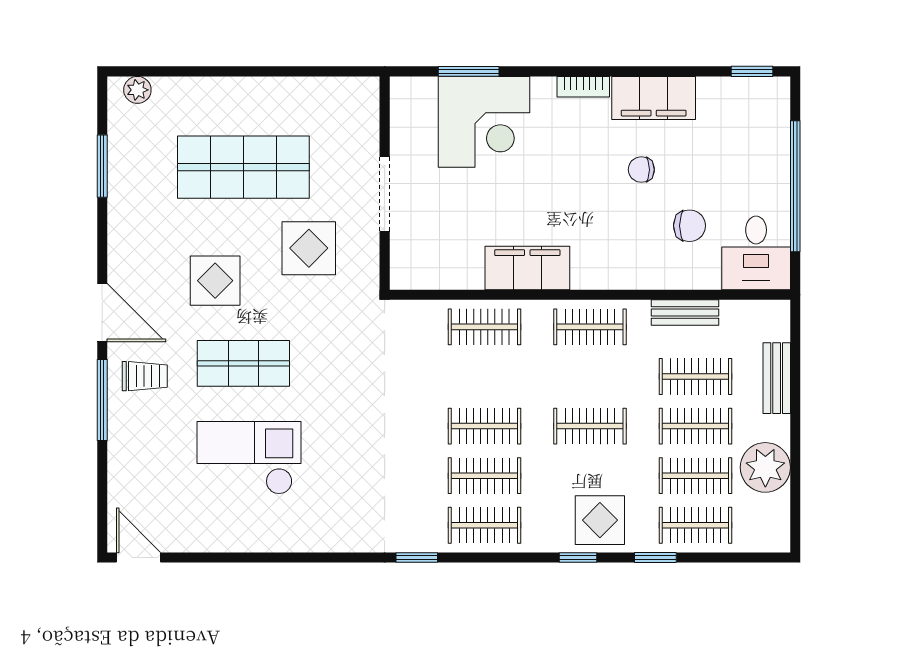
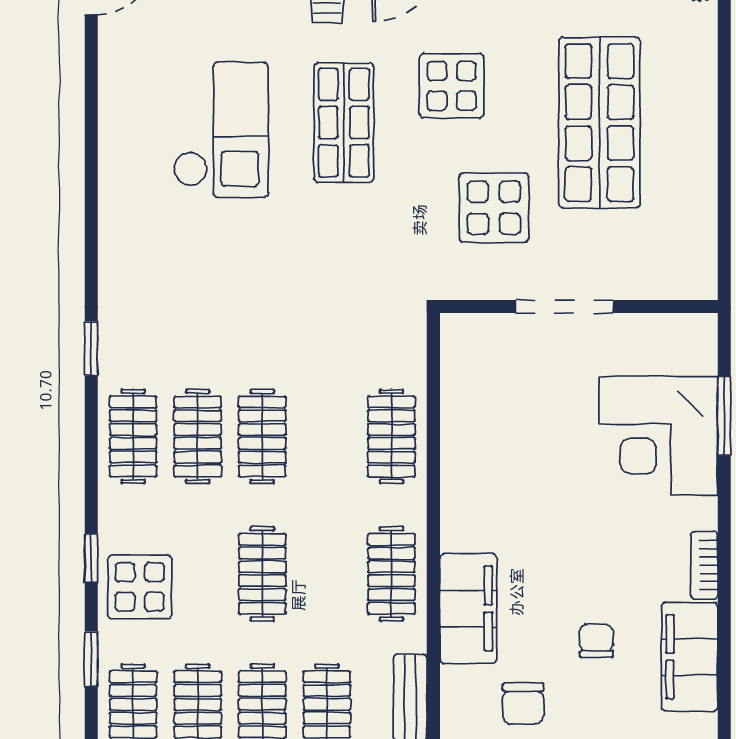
filing cabinet: (527, 268) -> (468, 609), moved

